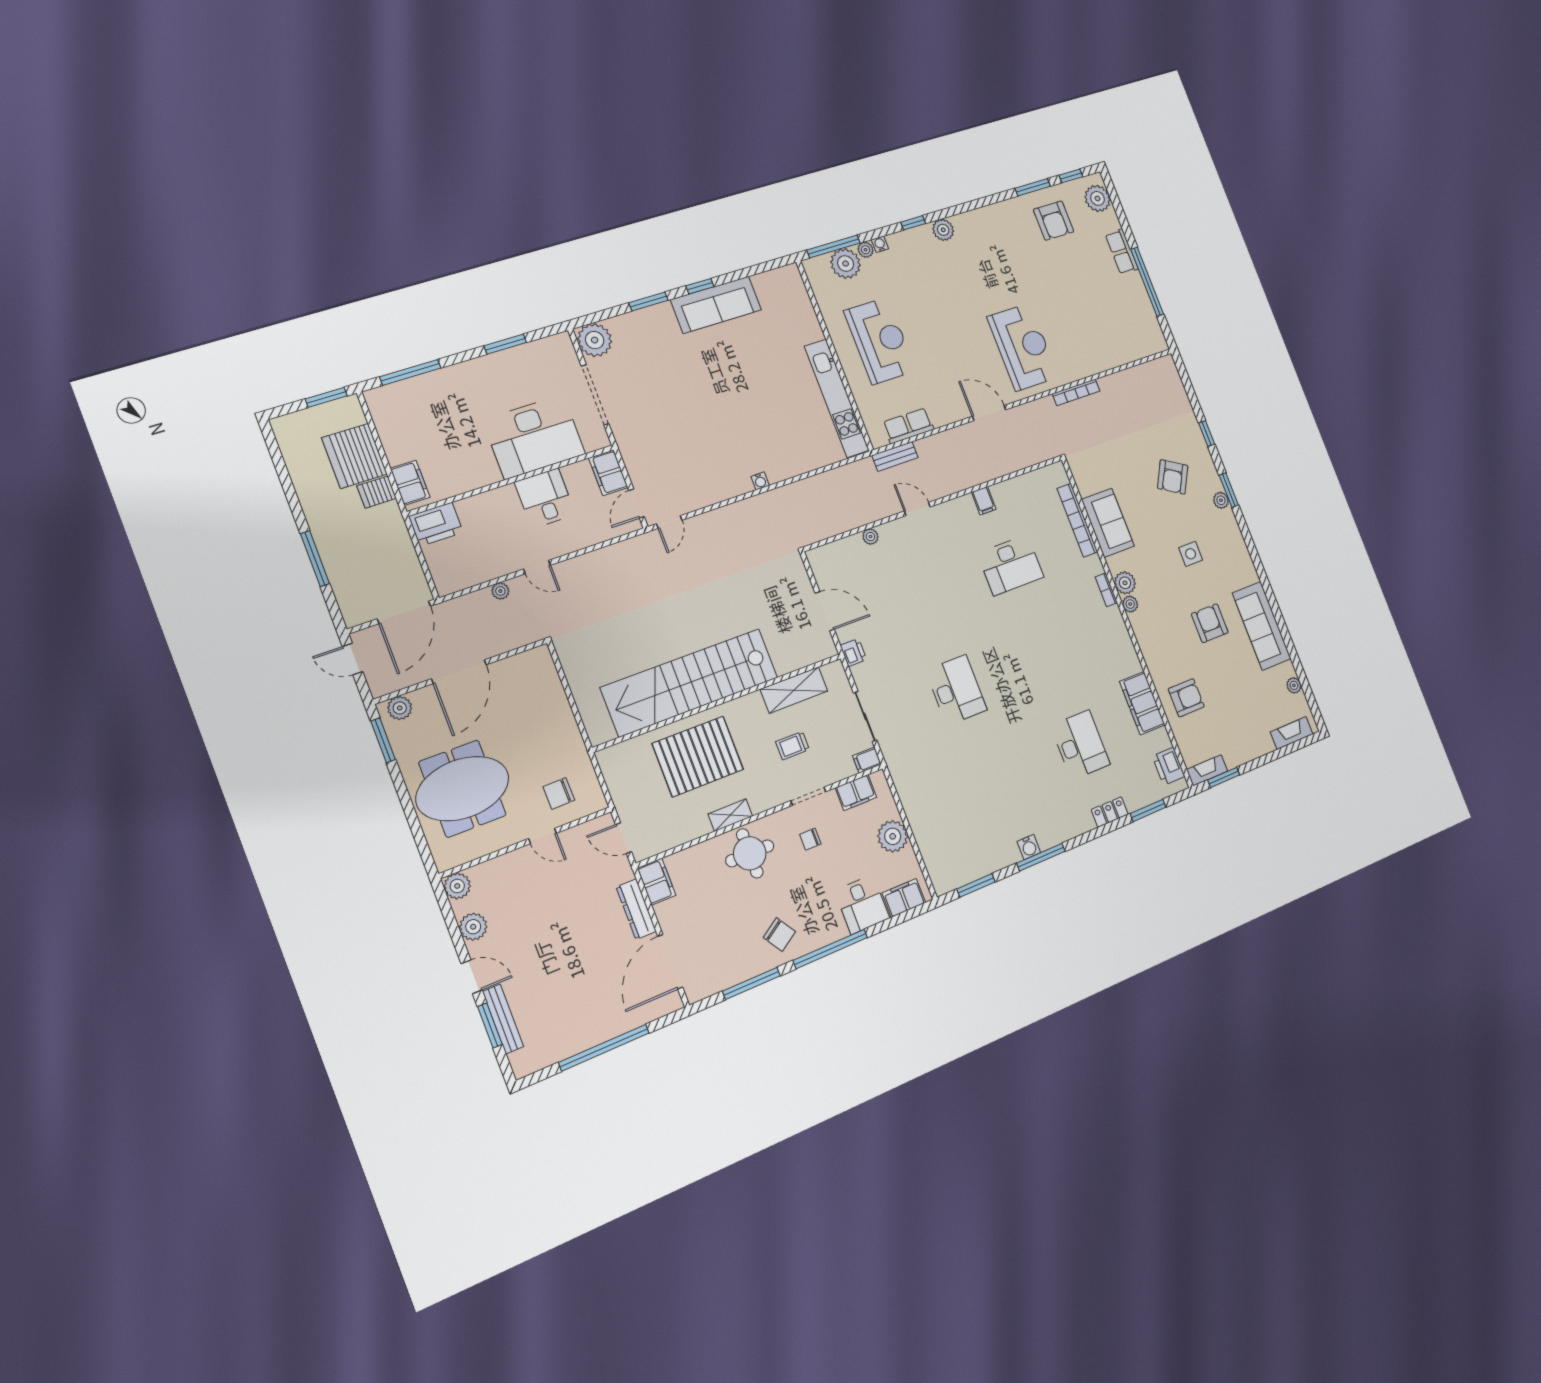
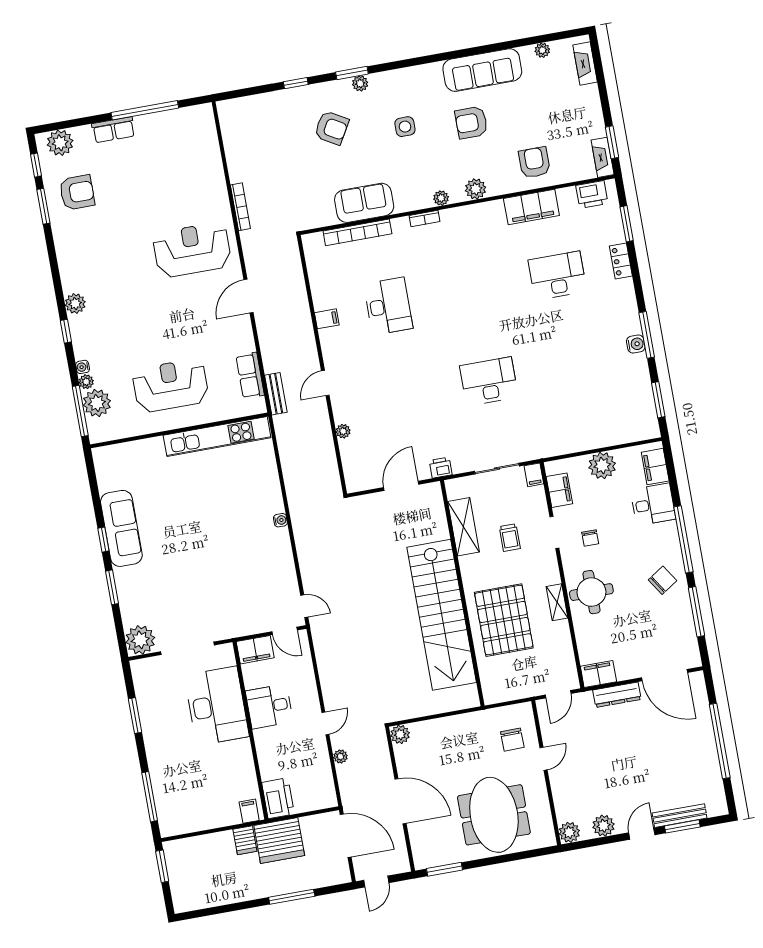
server rack: (354, 456) -> (279, 841), moved
filing cabinet: (410, 483) -> (249, 811), width x0.50
plant: (1125, 583) -> (476, 189), moved
plant: (400, 708) -> (400, 734), moved

